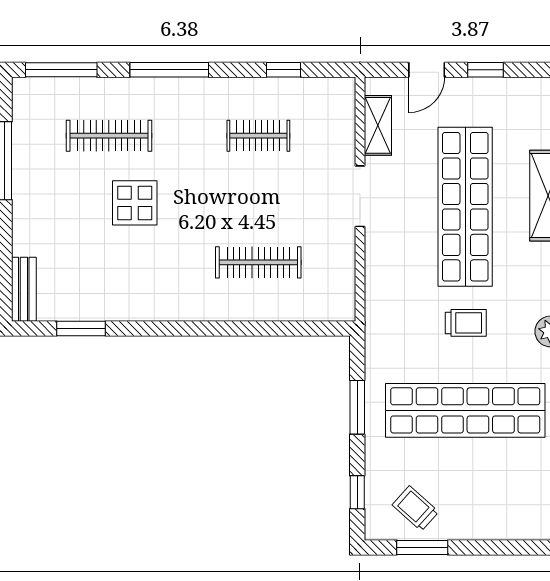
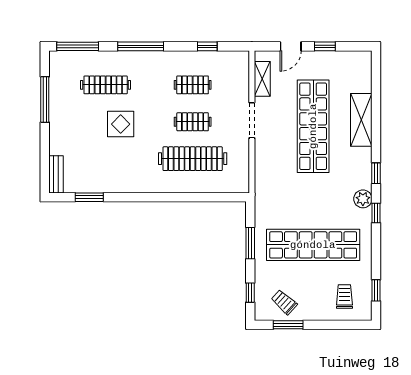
clothes rail: (258, 199) -> (193, 122), added
clothes rail: (258, 262) -> (193, 159), width x1.37, depth x1.31
trolley: (466, 323) -> (344, 297), moved, turned -90

